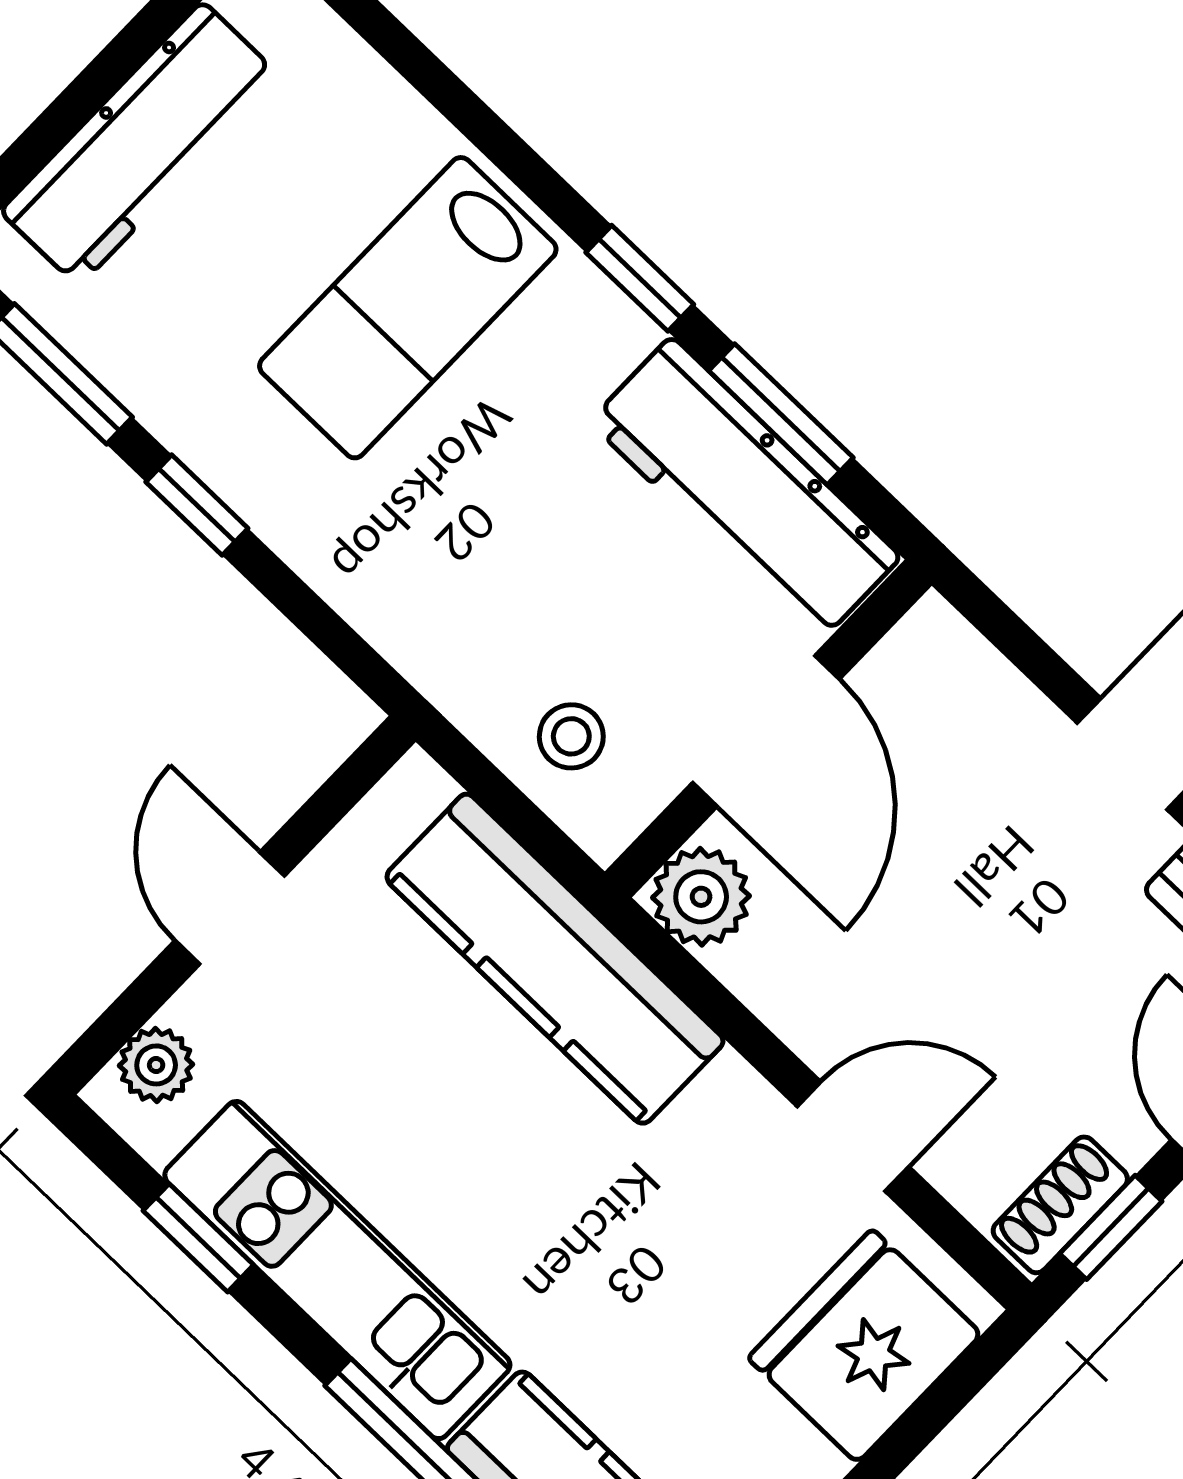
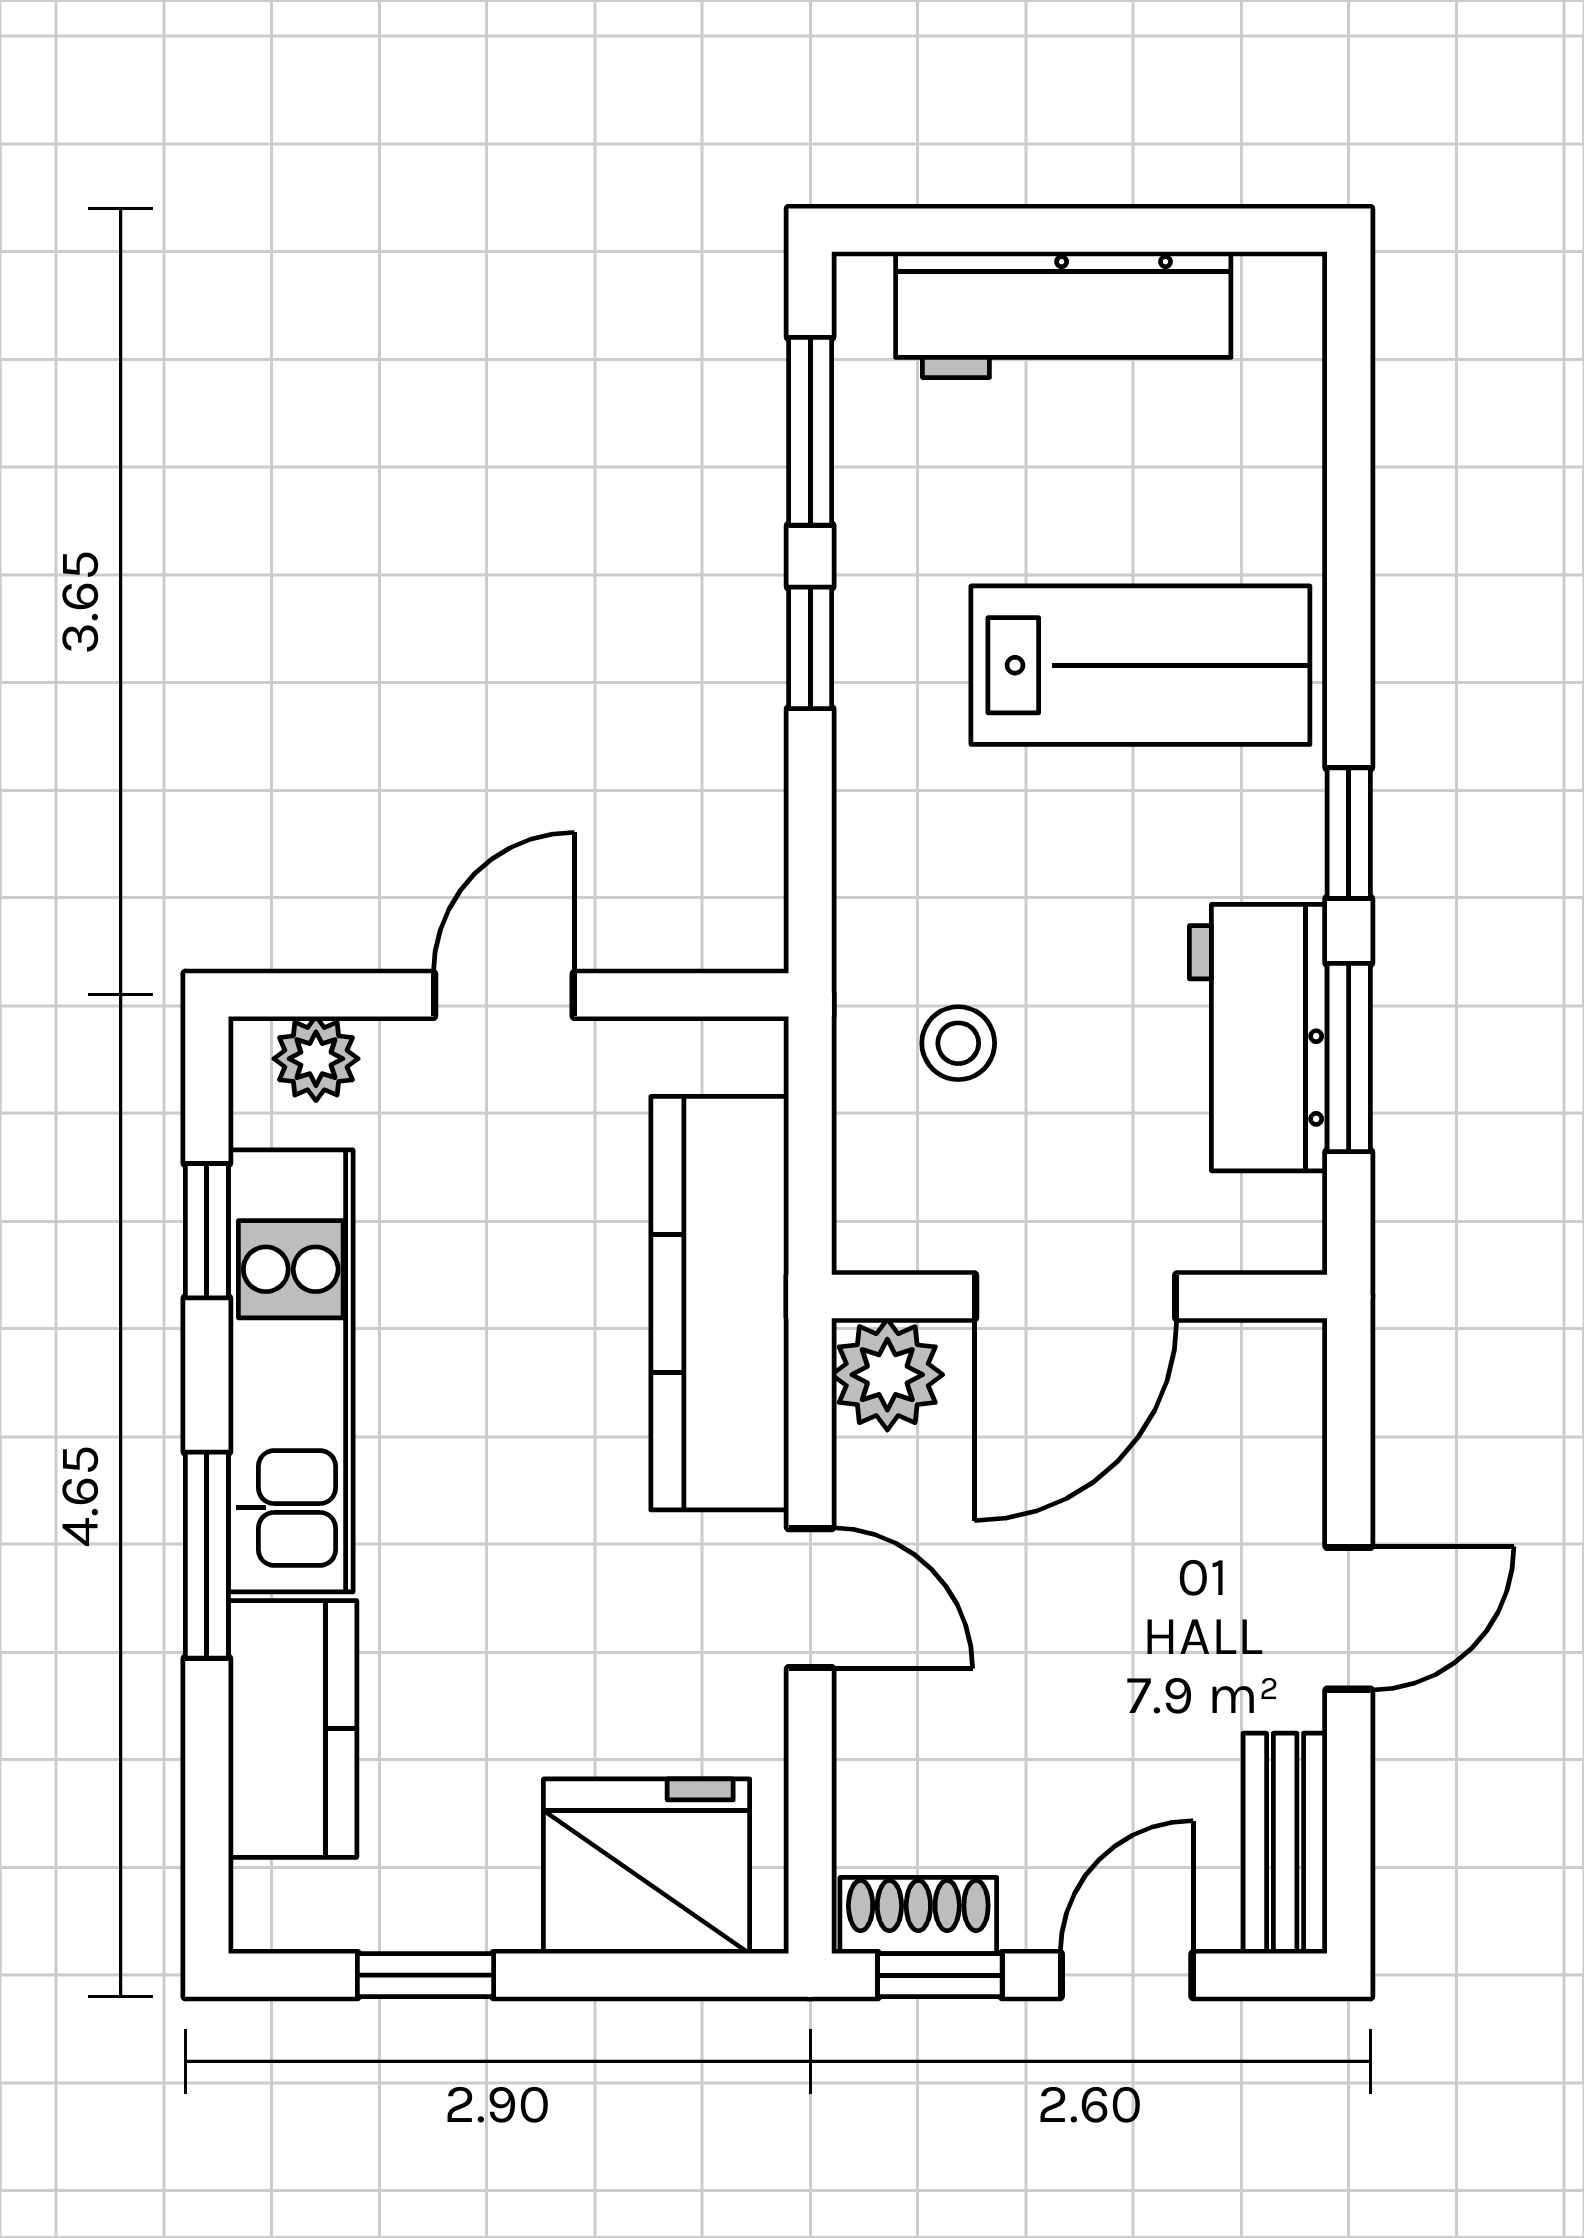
lab bench: (408, 308) -> (1140, 665), turned 180
workbench: (745, 489) -> (1258, 1038), width x0.73
stool: (571, 736) -> (958, 1043), moved
door: (853, 1136) -> (810, 1598), moved

